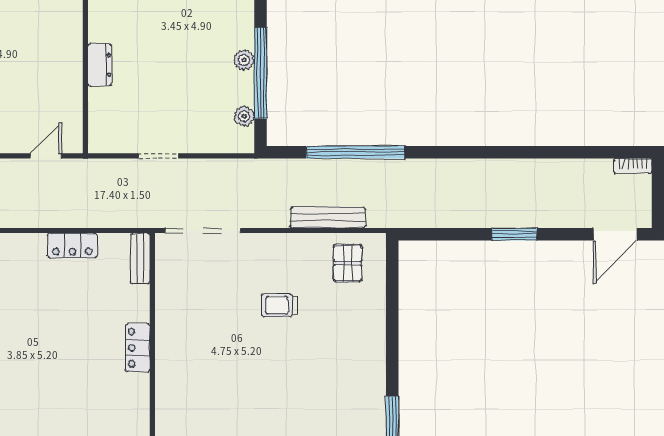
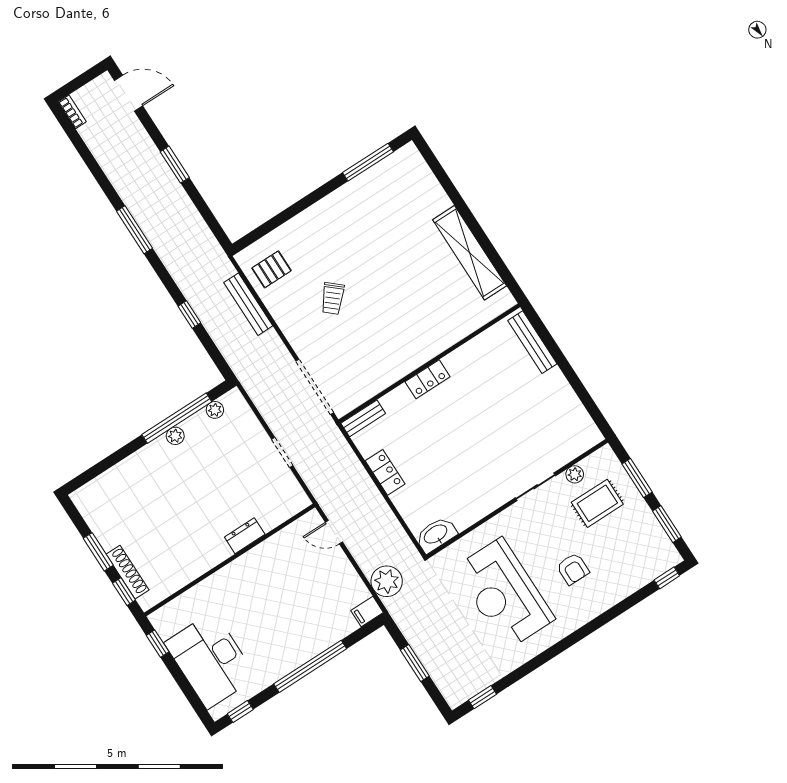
window: (355, 152) -> (189, 315), width x0.32
window: (475, 152) -> (135, 230), added
trolley: (279, 305) -> (333, 298), turned 41

